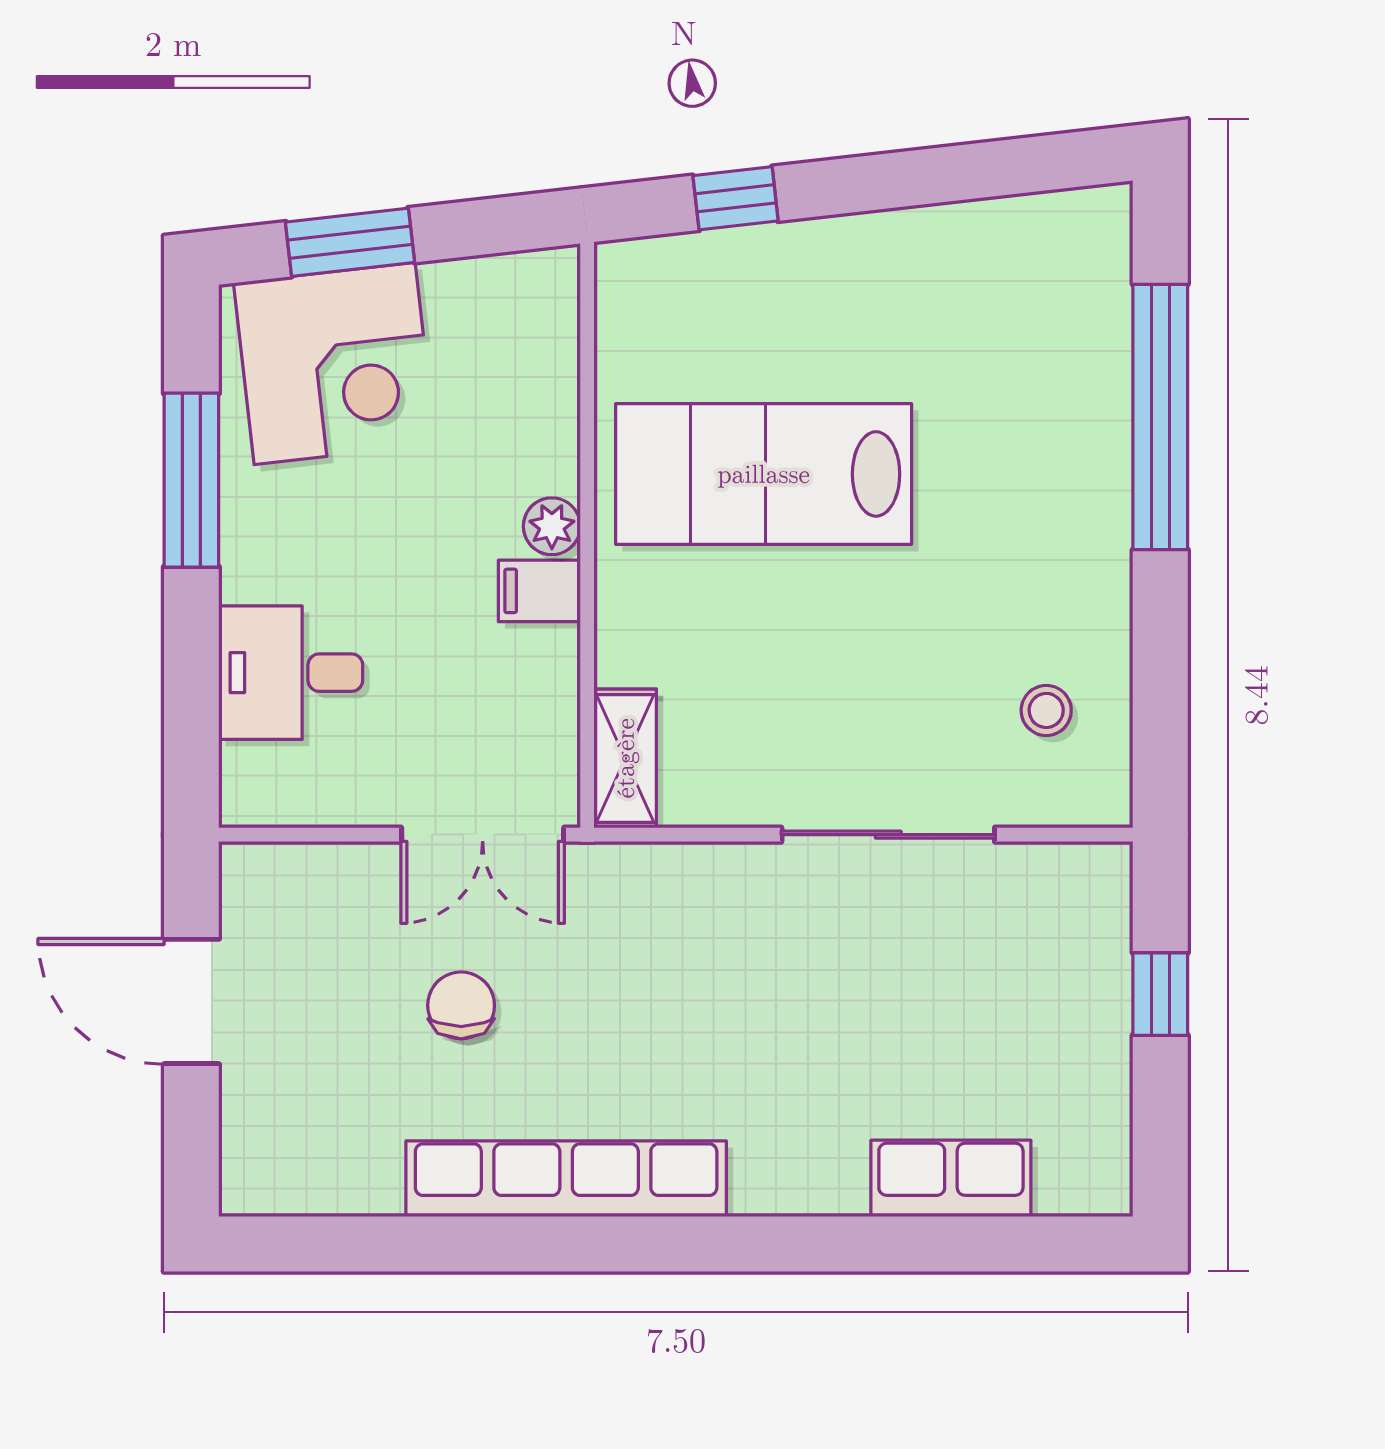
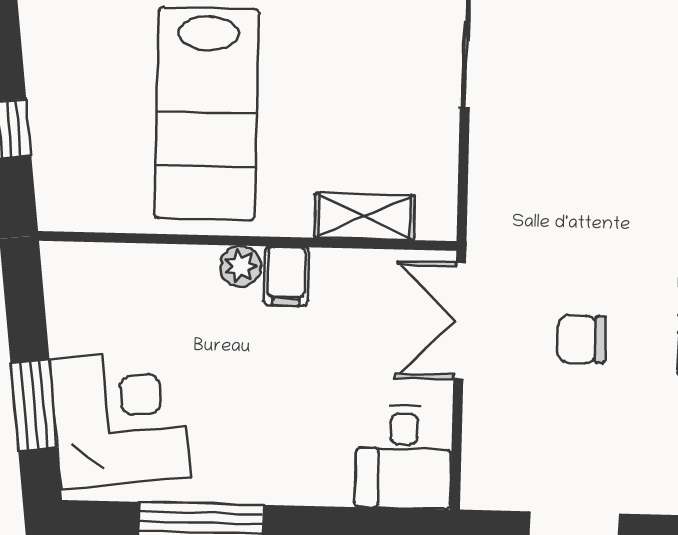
desk: (291, 673) -> (404, 457), moved
shelving: (625, 758) -> (364, 217), moved
double door: (483, 835) -> (460, 321), swing flipped

